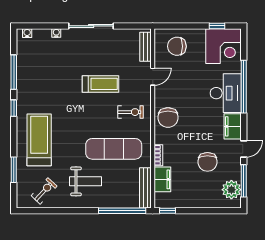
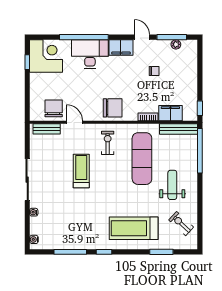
chair: (177, 46) -> (54, 108), moved, turned 180
chair: (207, 162) -> (154, 71), width x0.54, depth x0.54
plant: (231, 190) -> (176, 44), width x0.53, depth x0.53

